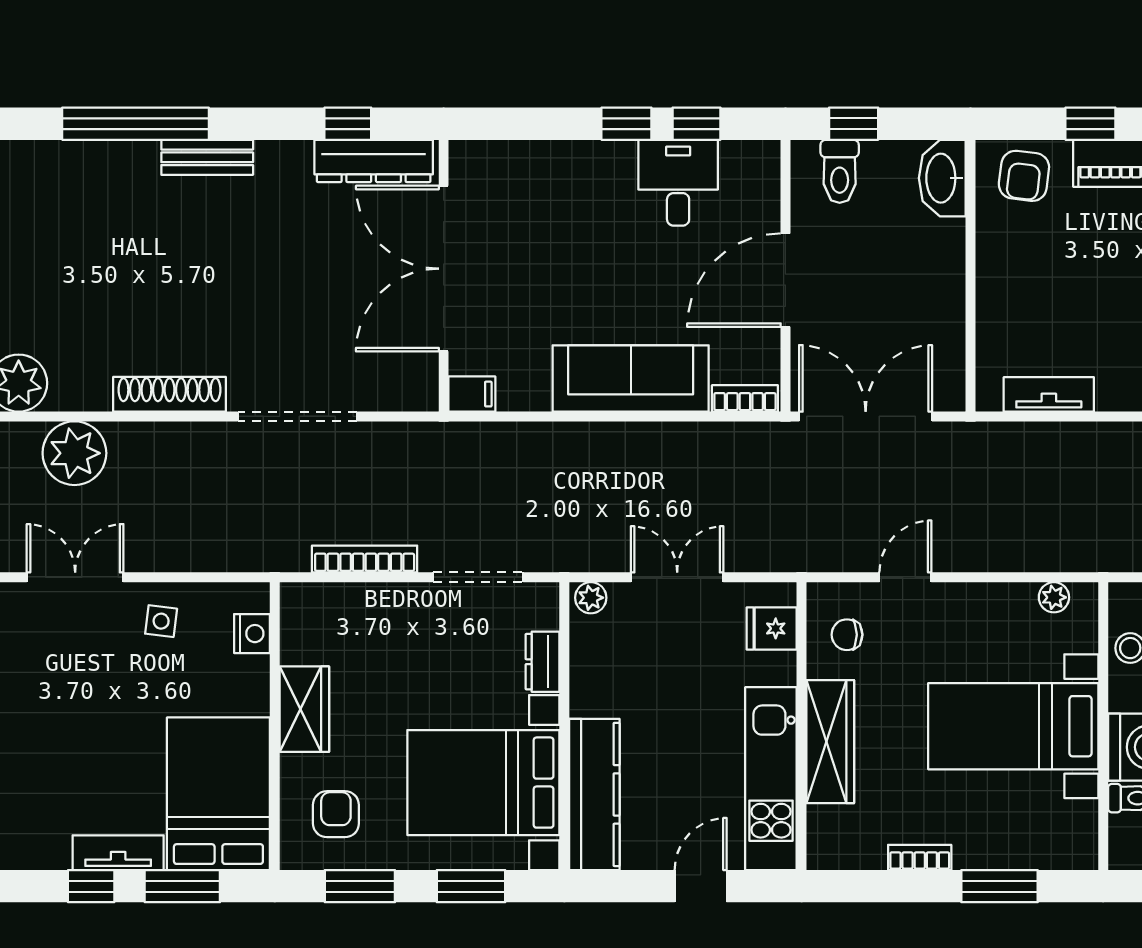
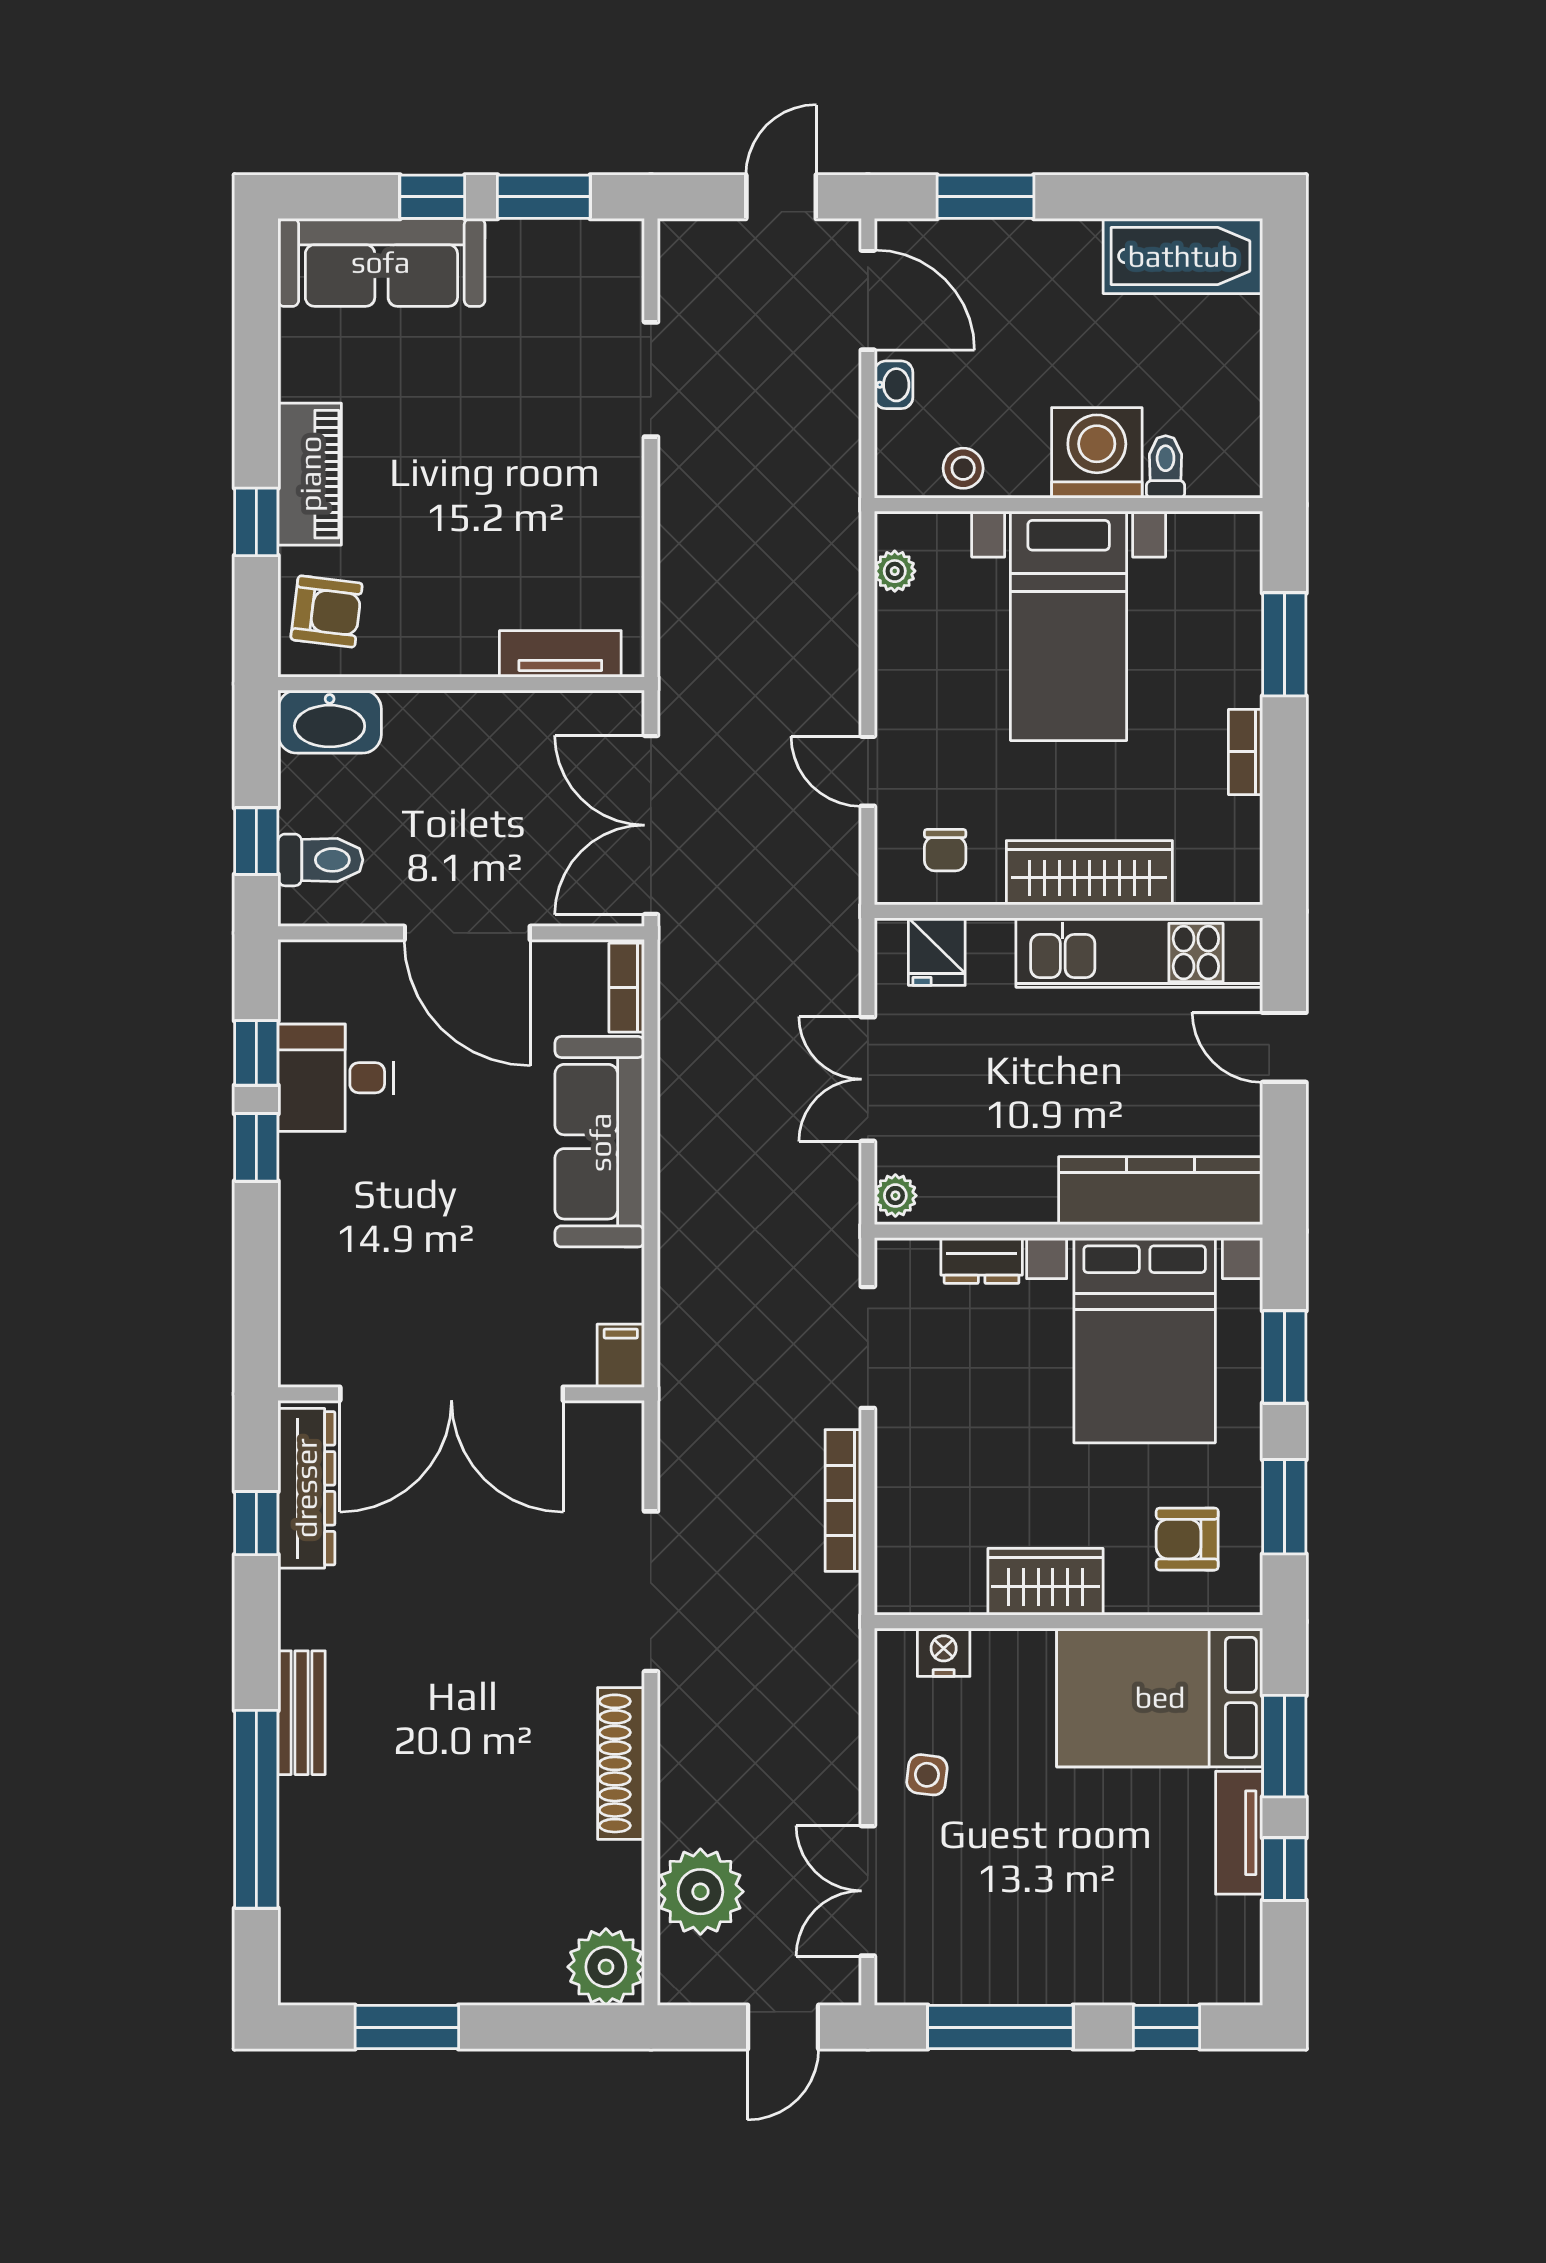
tv unit: (1049, 394) -> (560, 654), moved, turned 90

